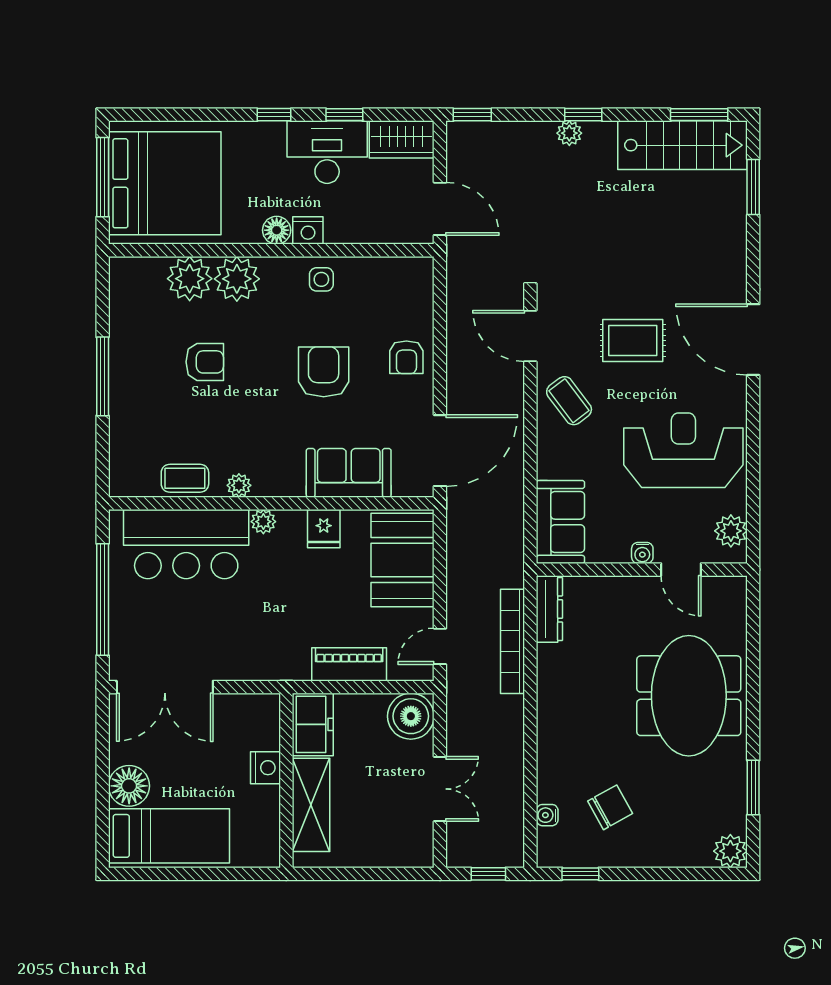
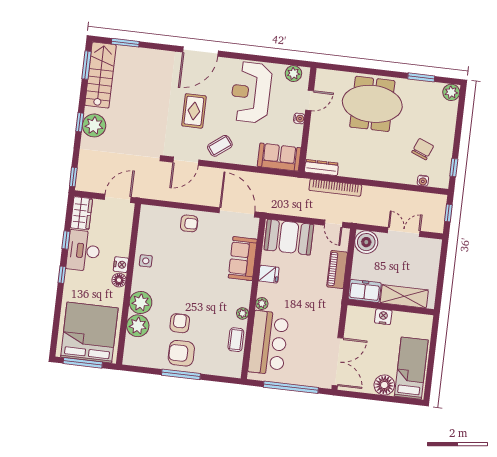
plant: (569, 133) -> (94, 125), width x1.88, depth x1.88
armchair: (324, 372) -> (181, 353), moved
chair: (610, 807) -> (423, 149), turned 51

